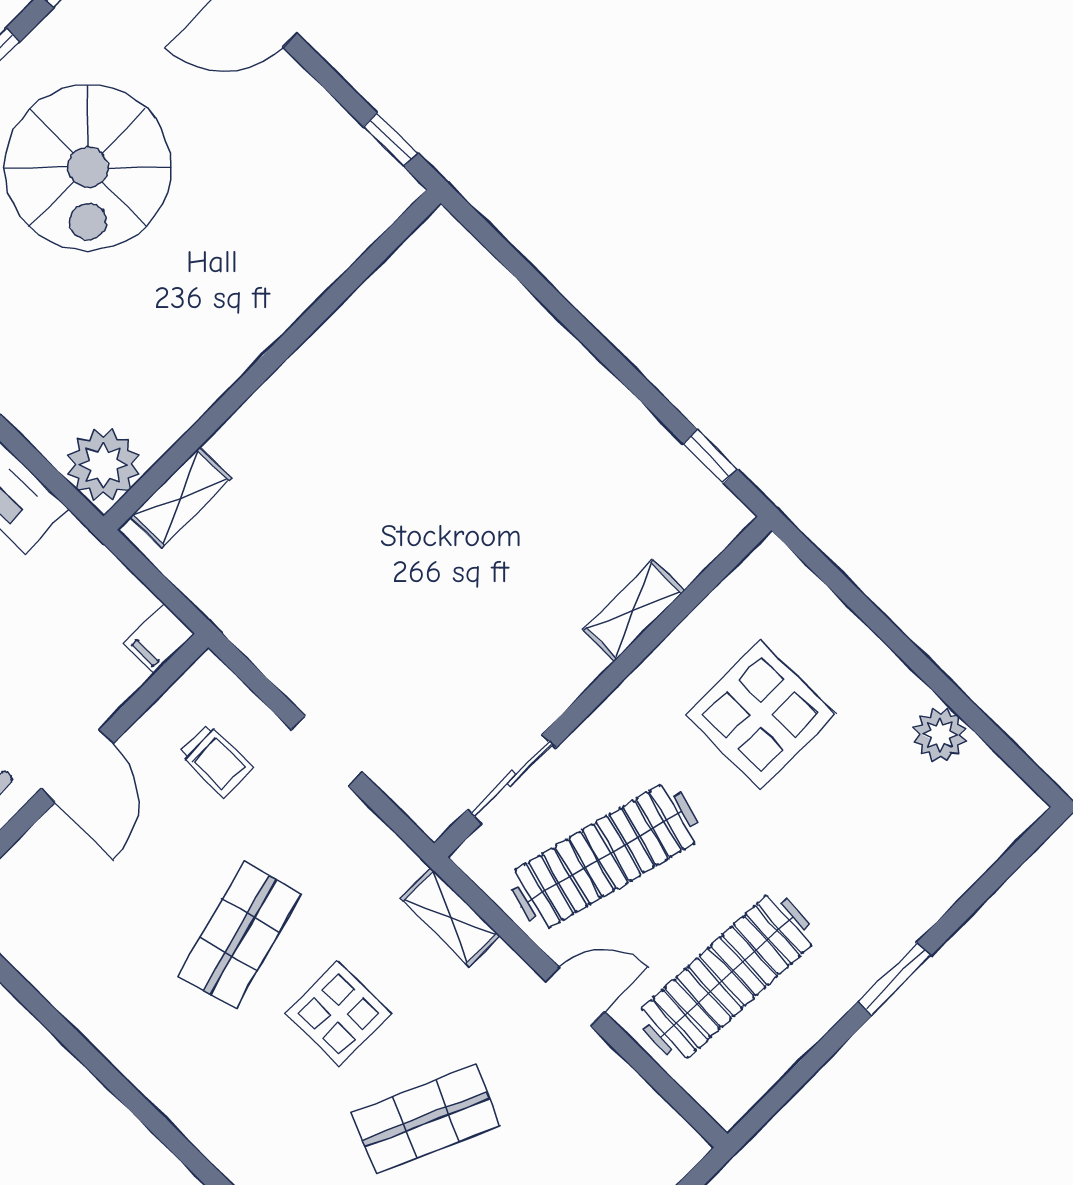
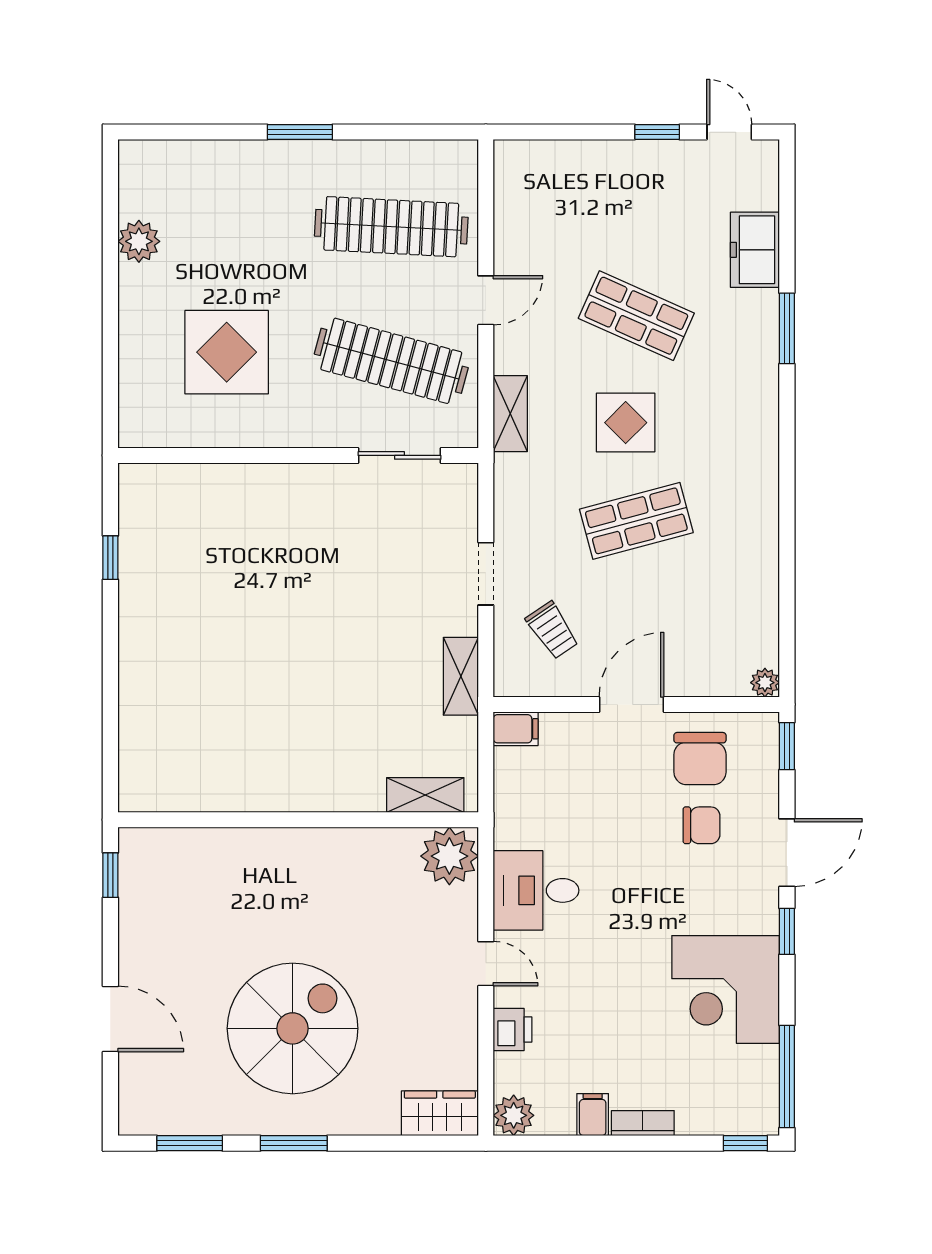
window: (710, 456) -> (110, 558), moved
shelving: (634, 610) -> (461, 676), moved, turned 90
trolley: (216, 761) -> (552, 630), turned 146
door: (575, 997) -> (486, 300), swing flipped

